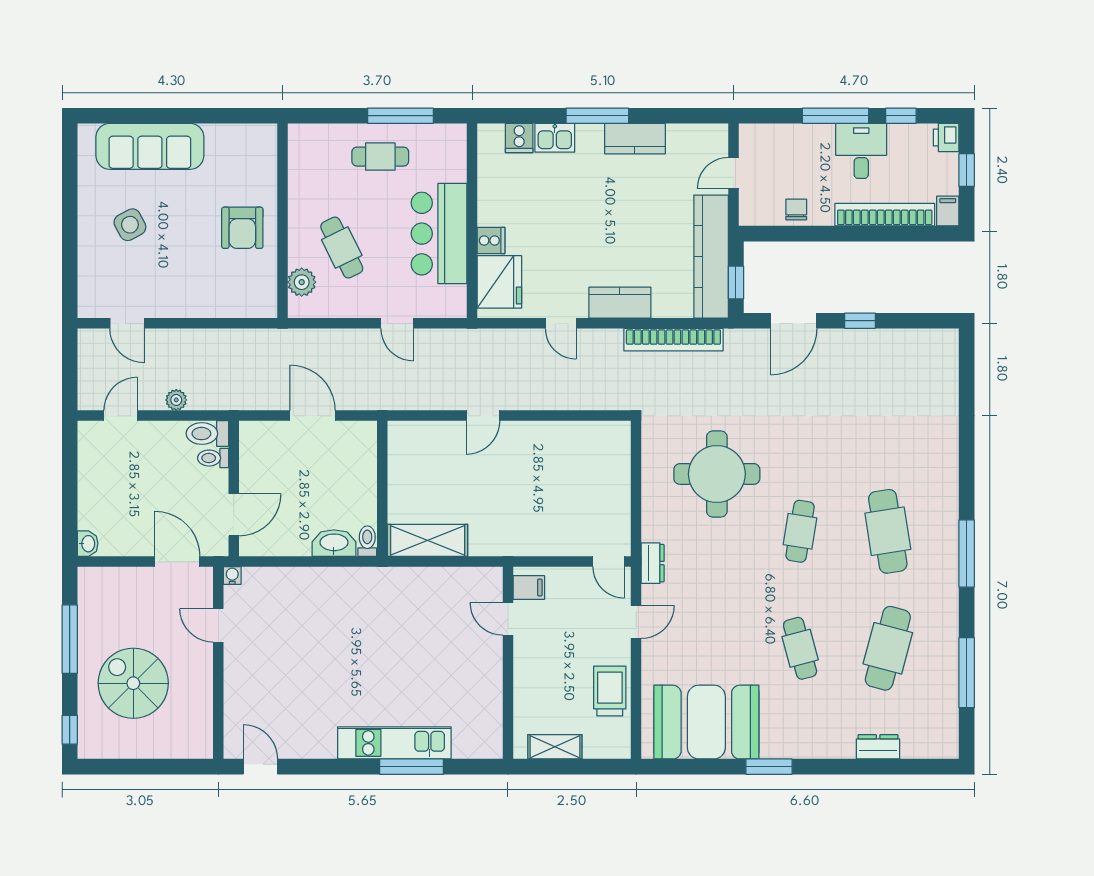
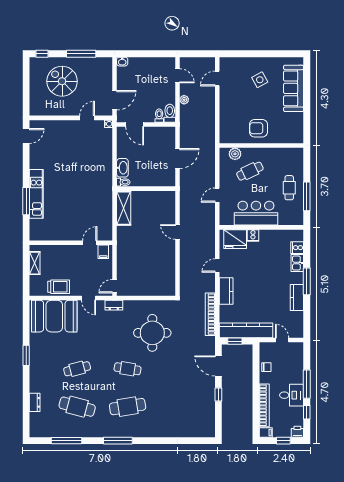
spiral stairs: (133, 683) -> (62, 81), turned -90
booth: (706, 722) -> (54, 316), moved, turned 90

